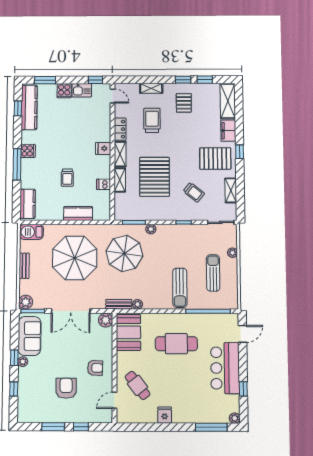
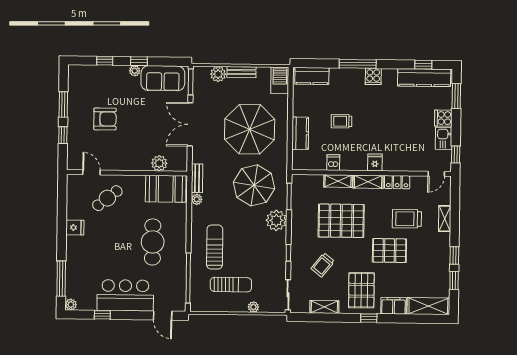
pallet: (184, 103) -> (389, 251), moved, width x1.50, depth x1.42
trolley: (152, 120) -> (407, 219), turned 180
plant: (151, 229) -> (276, 220), width x1.87, depth x1.87
sun lounger: (180, 288) -> (215, 247), turned 90
plant: (26, 302) -> (218, 74), moved
plant: (106, 320) -> (159, 163), moved
armchair: (95, 368) -> (127, 151), removed

